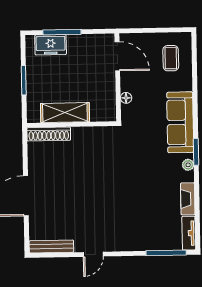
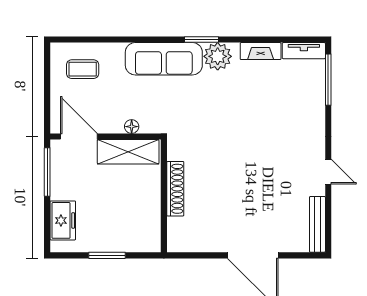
window: (62, 32) -> (47, 172), moved
door: (117, 56) -> (79, 137), hinge flipped
shelving: (65, 113) -> (128, 152), moved, turned 90
shoe rack: (49, 134) -> (175, 189), moved
plant: (188, 165) -> (218, 56), width x1.88, depth x1.88

